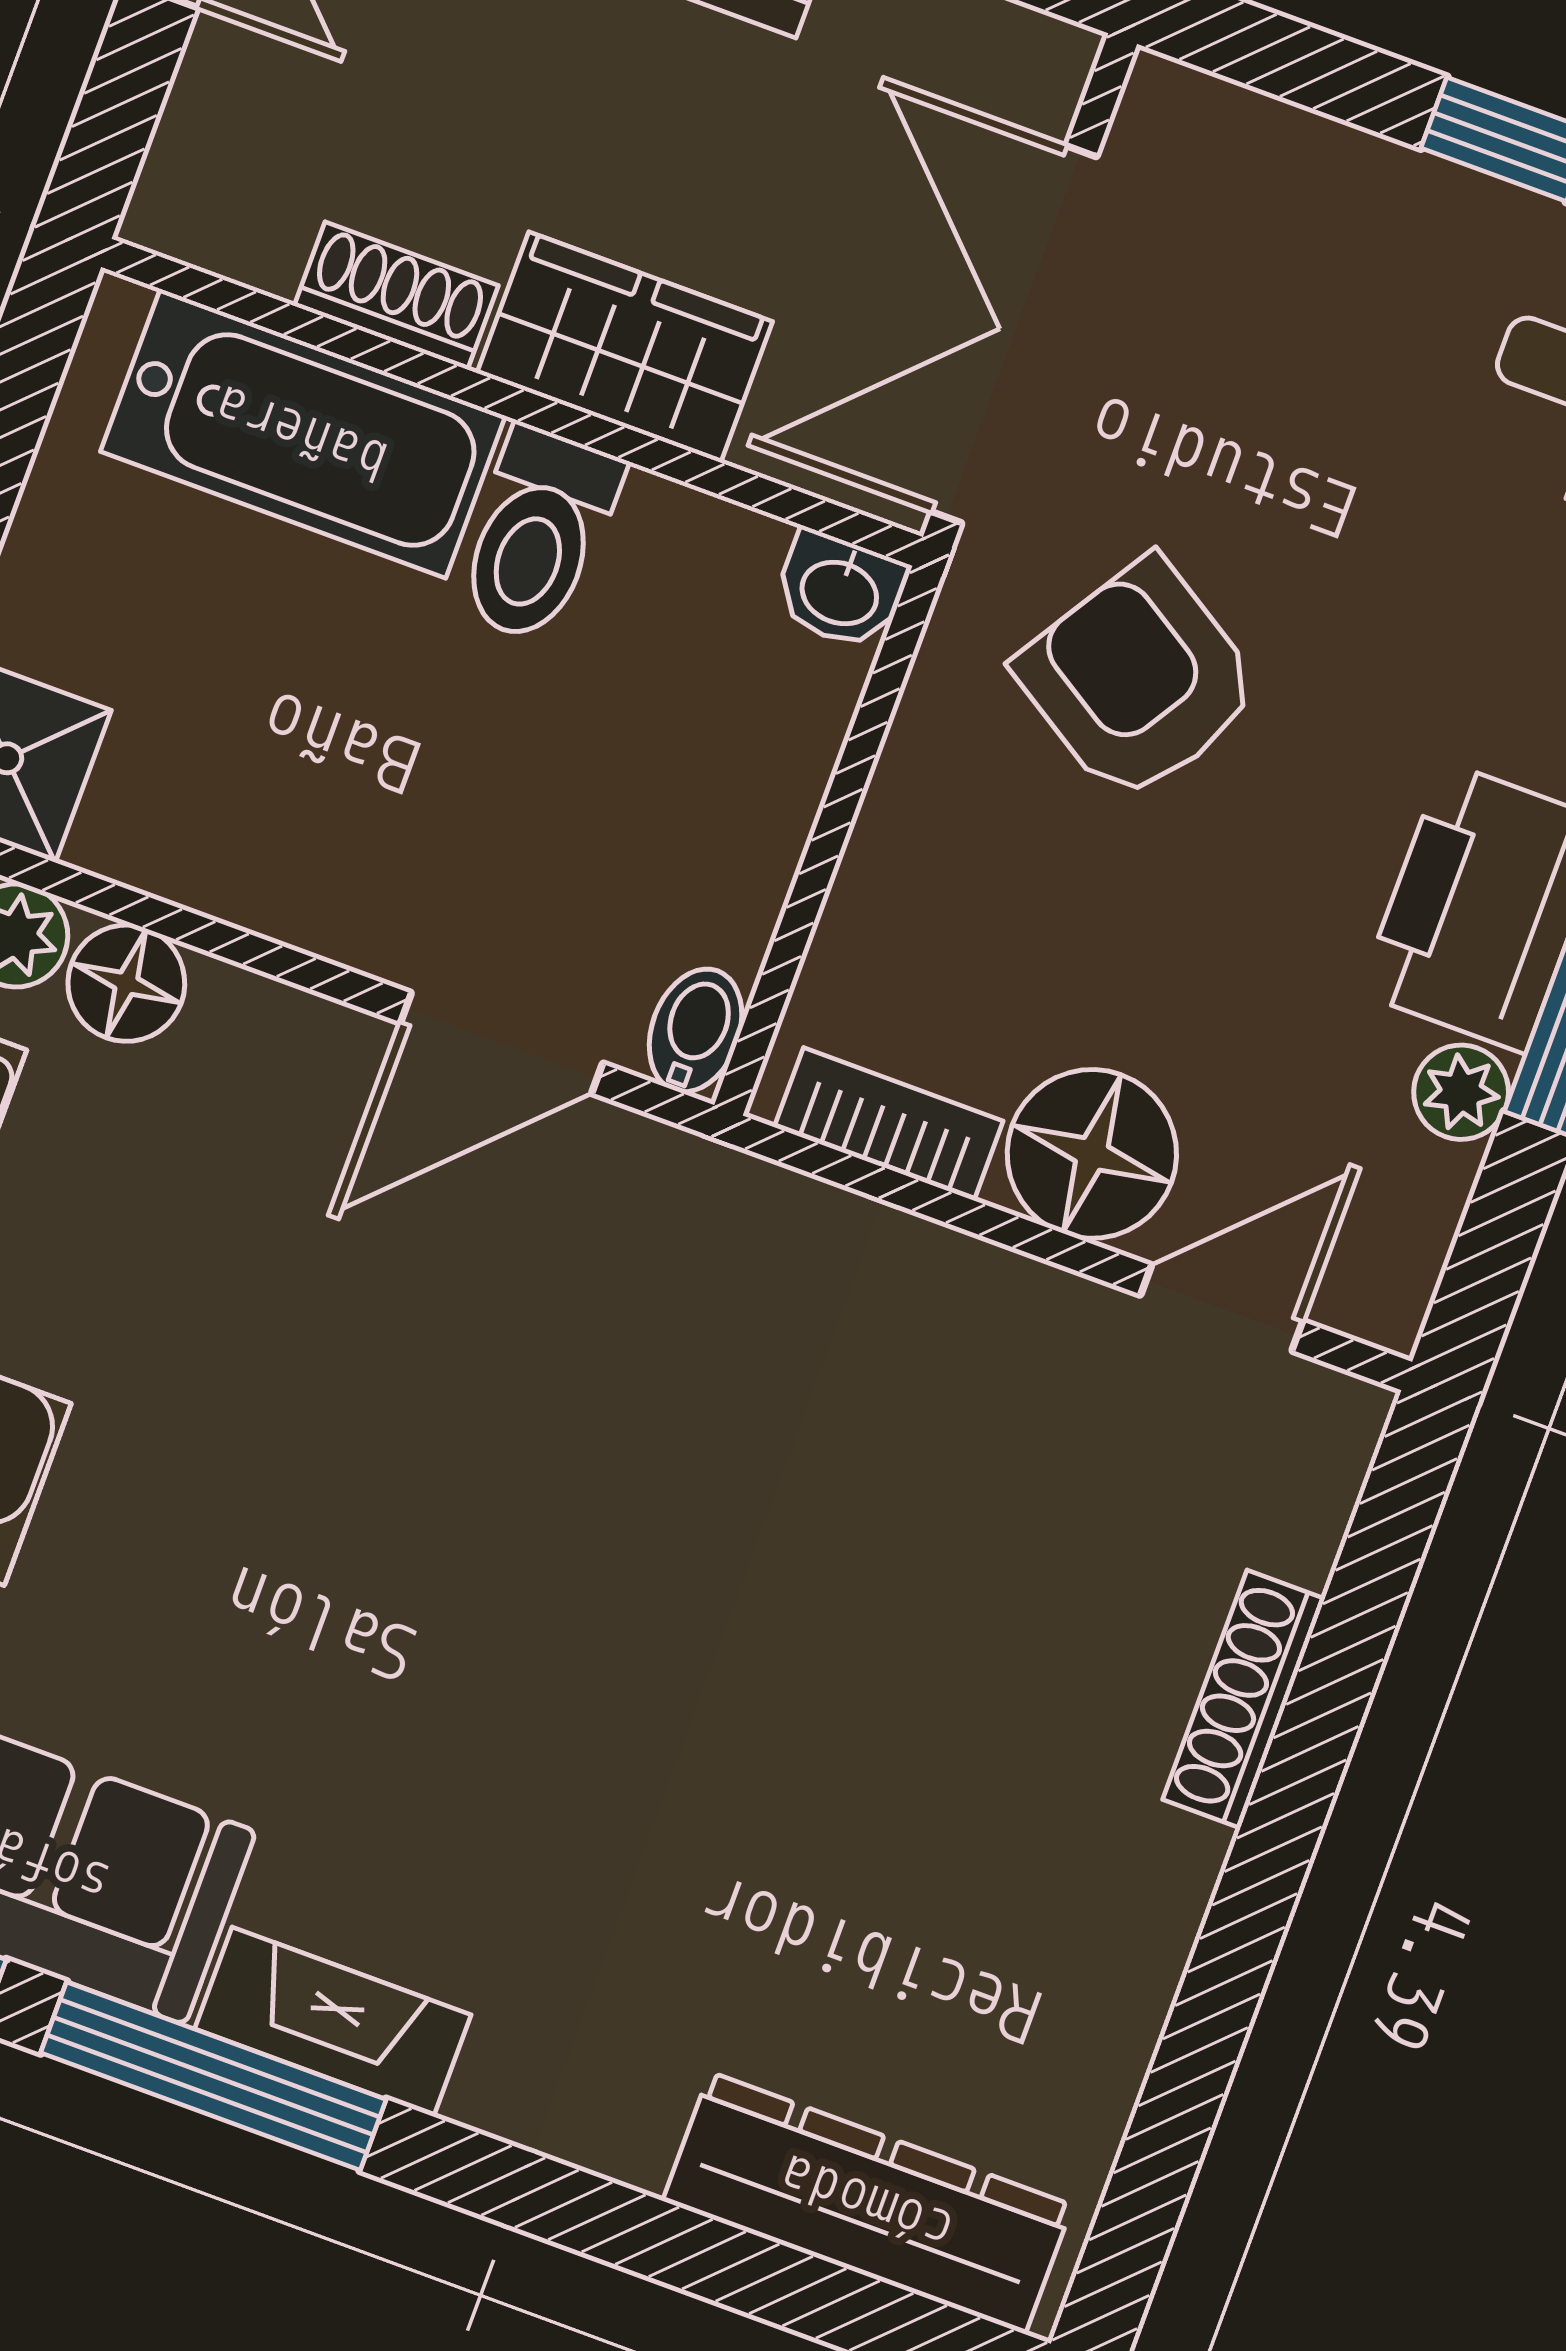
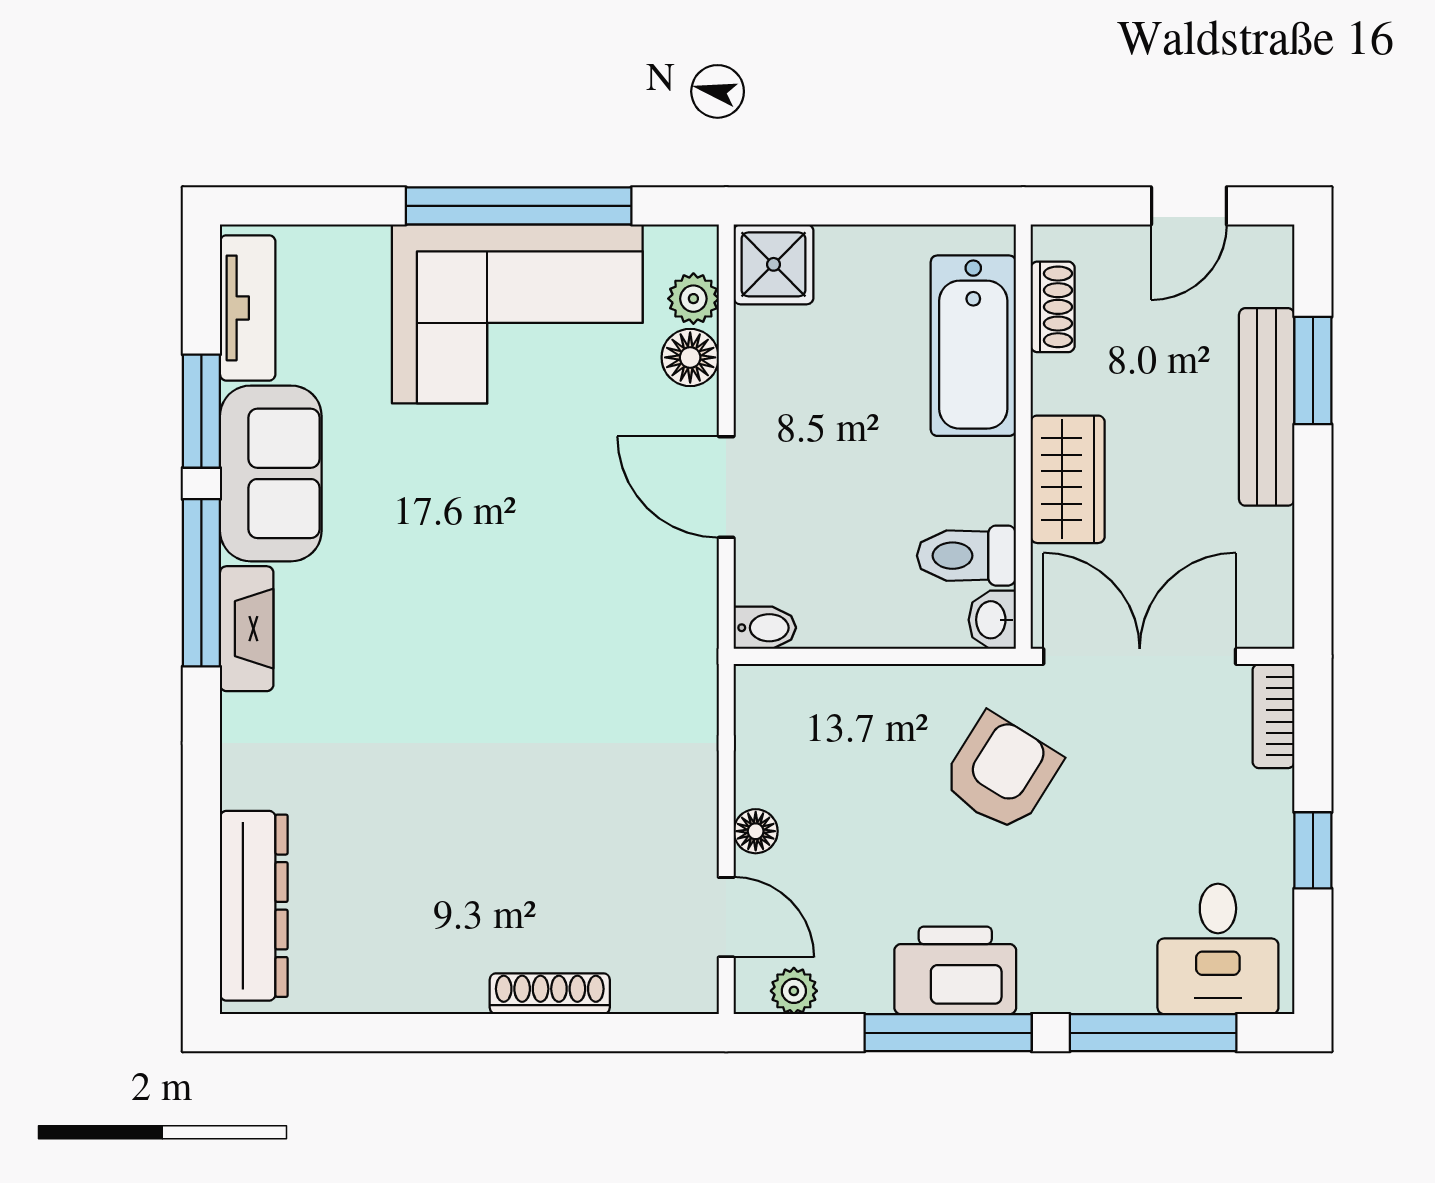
shoe rack: (396, 296) -> (1053, 307), moved
toilet: (538, 535) -> (966, 556), moved
door: (501, 1043) -> (726, 487), moved
plant: (1461, 1092) -> (794, 991), moved
bookcase: (889, 1124) -> (1273, 716), moved, turned 180
floor lamp: (1092, 1154) -> (756, 831), width x0.53, depth x0.53

